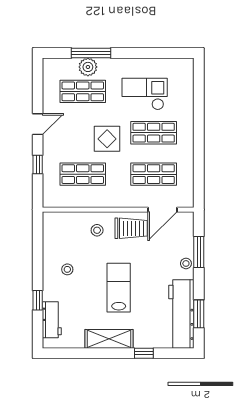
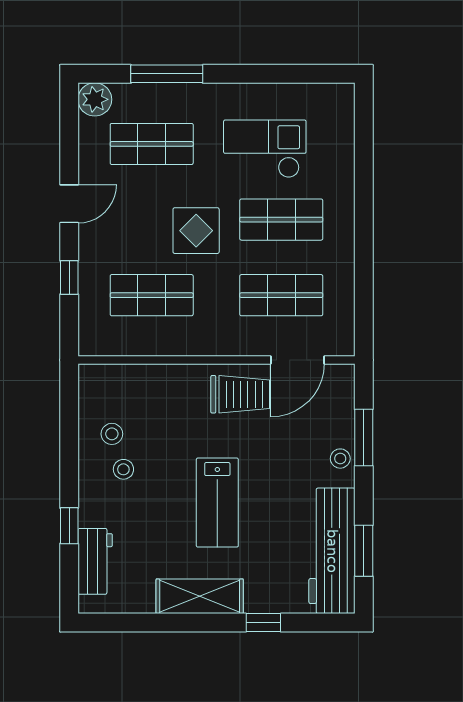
plant: (88, 67) -> (95, 99), moved
stool: (97, 230) -> (112, 434), moved
lab bench: (119, 288) -> (217, 503), turned 180

